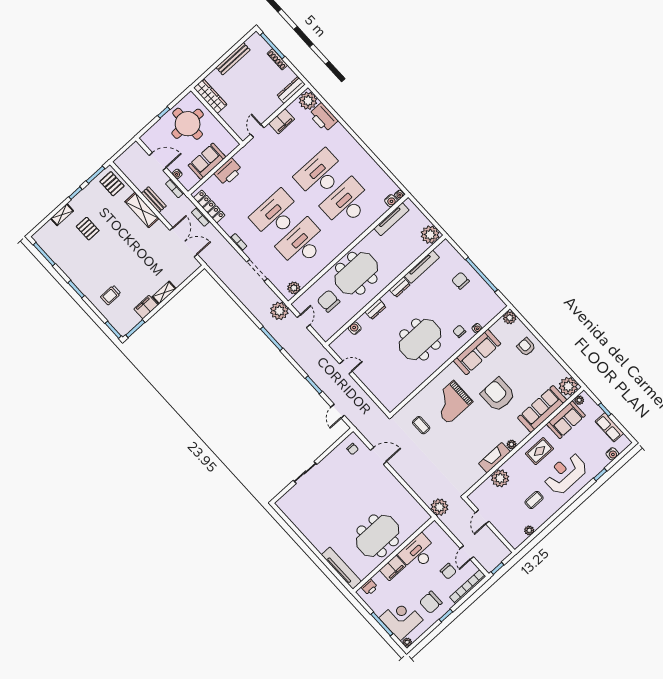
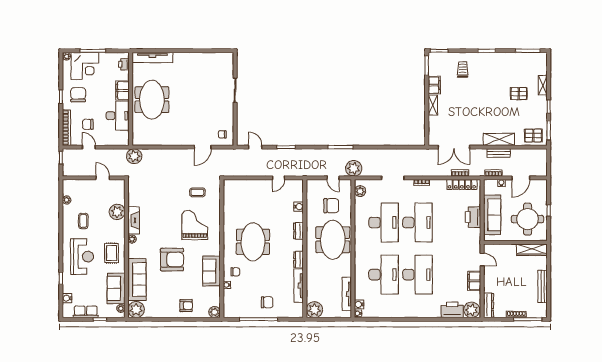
sofa: (207, 161) -> (492, 215), width x1.36
sofa: (477, 352) -> (212, 271), width x0.73

